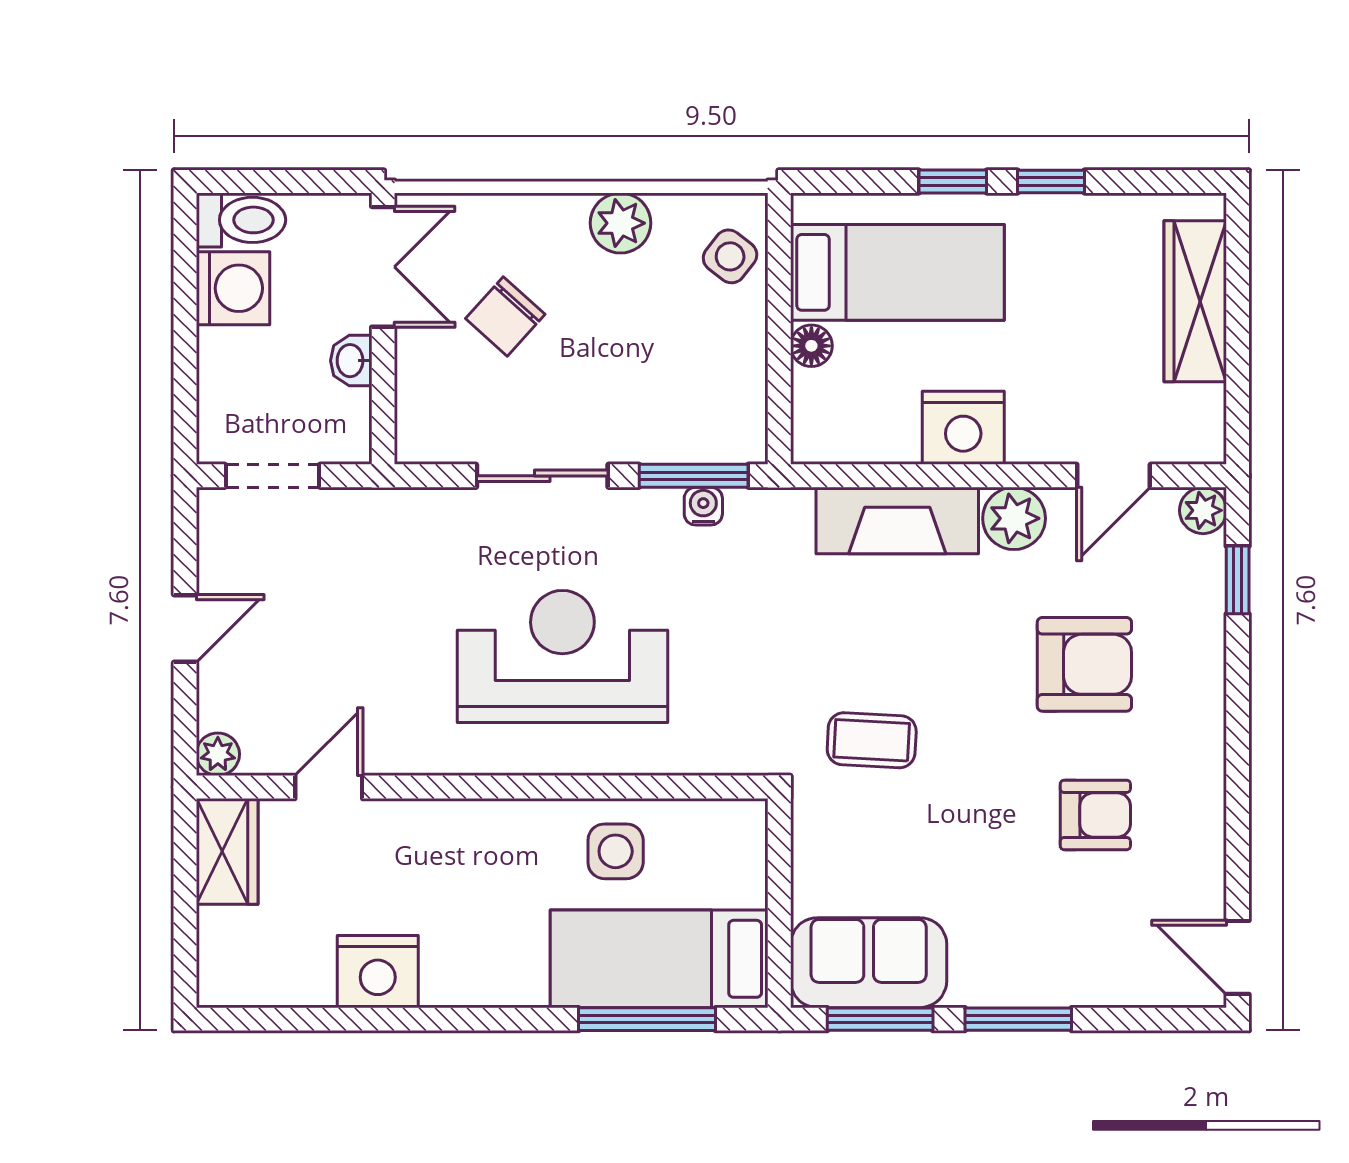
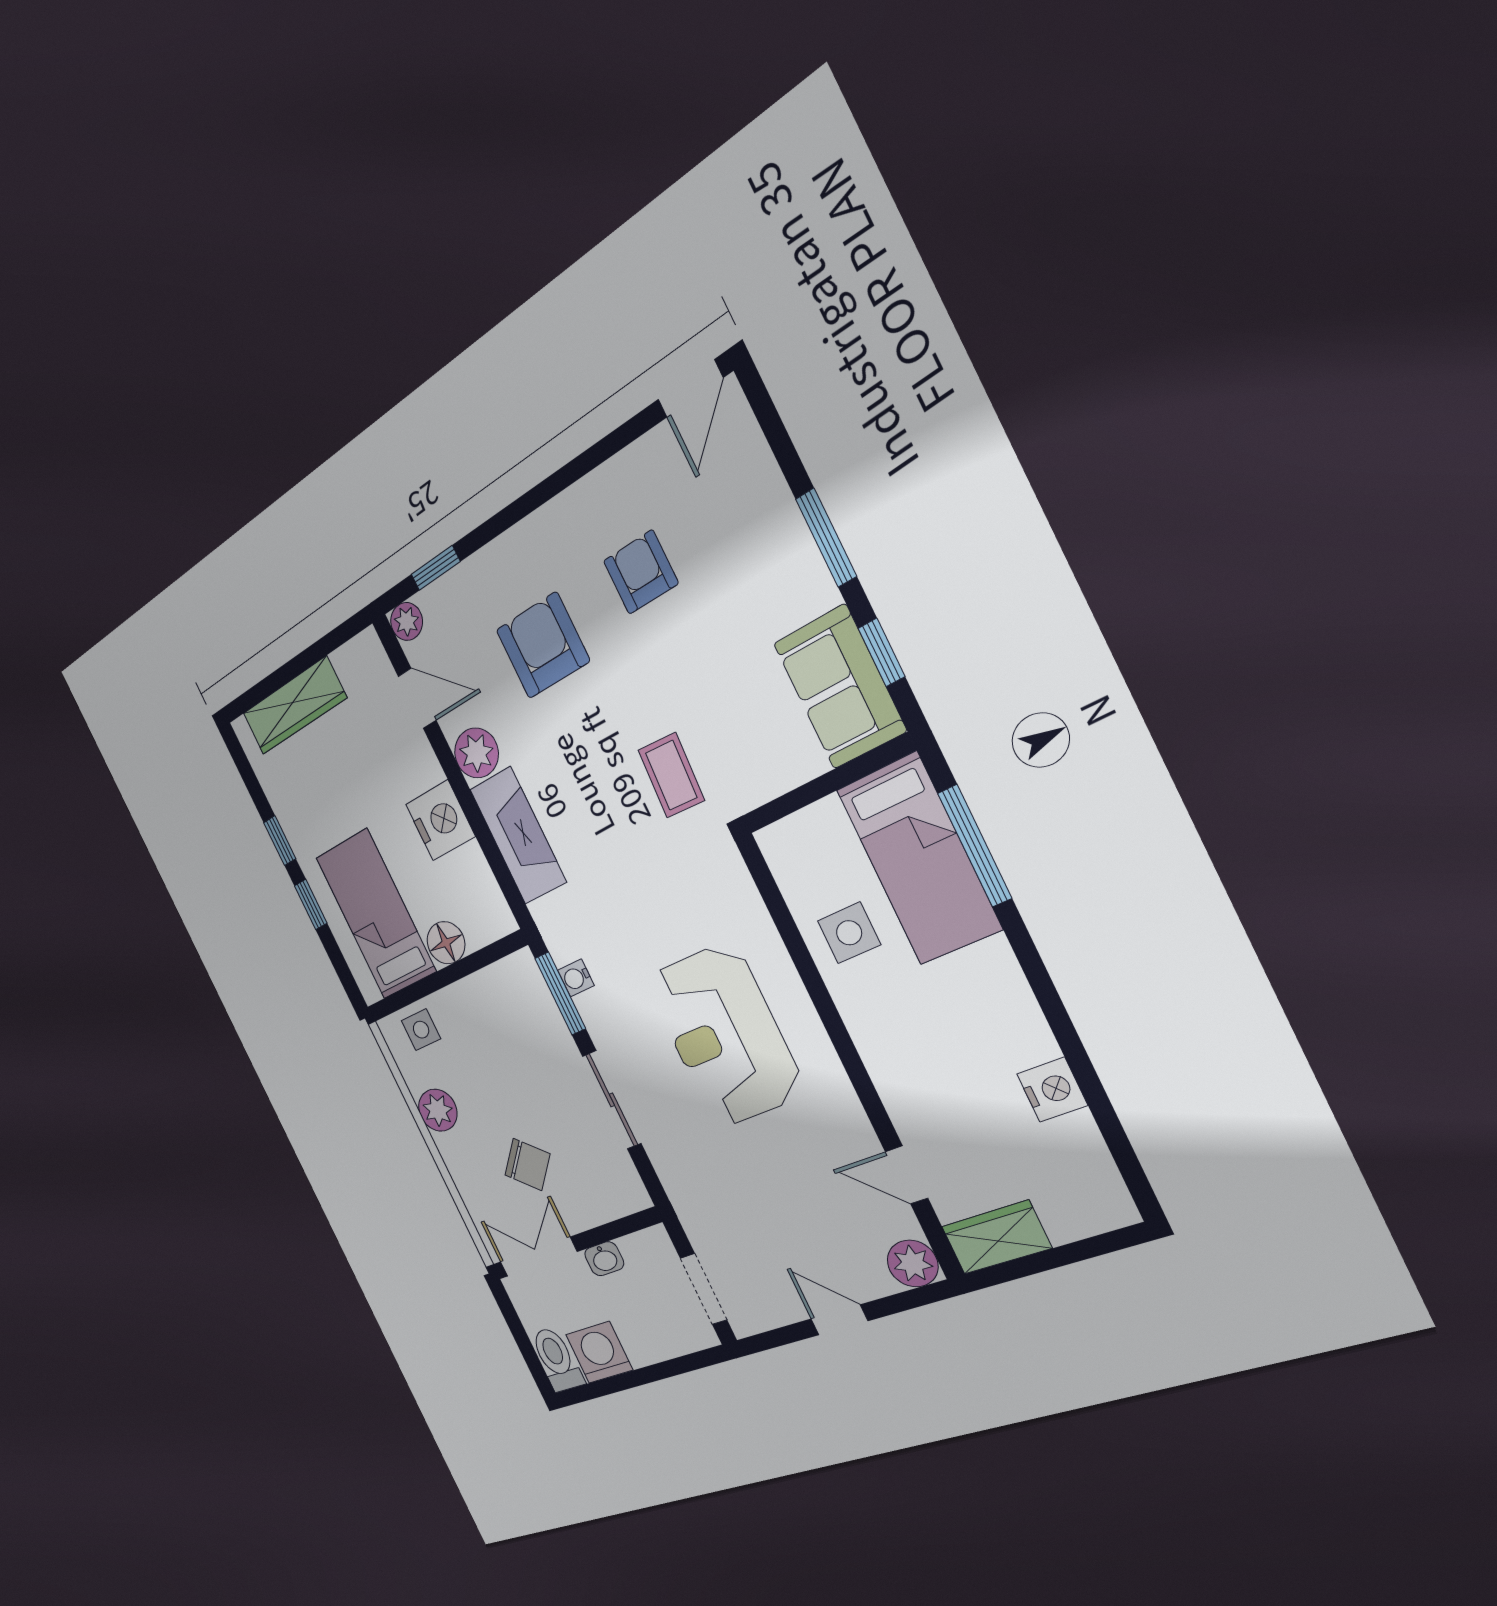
side table: (730, 256) -> (421, 1030), turned -38
floor lamp: (811, 346) -> (446, 943), width x1.37, depth x1.37
plant: (218, 754) -> (913, 1263), width x1.38, depth x1.38
nightstand: (378, 972) -> (1052, 1090), width x0.74, depth x0.75
window: (880, 1019) -> (881, 652), width x0.67

